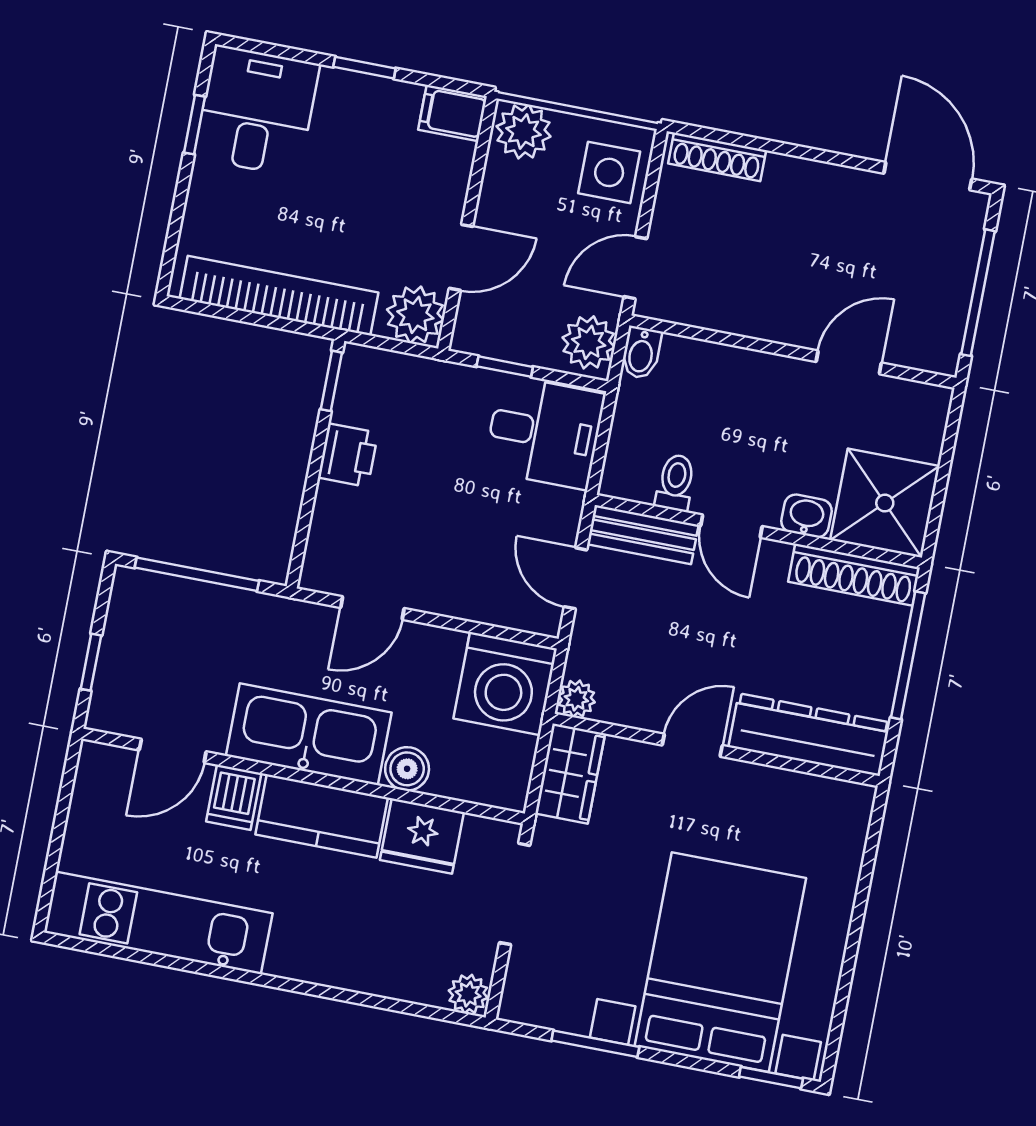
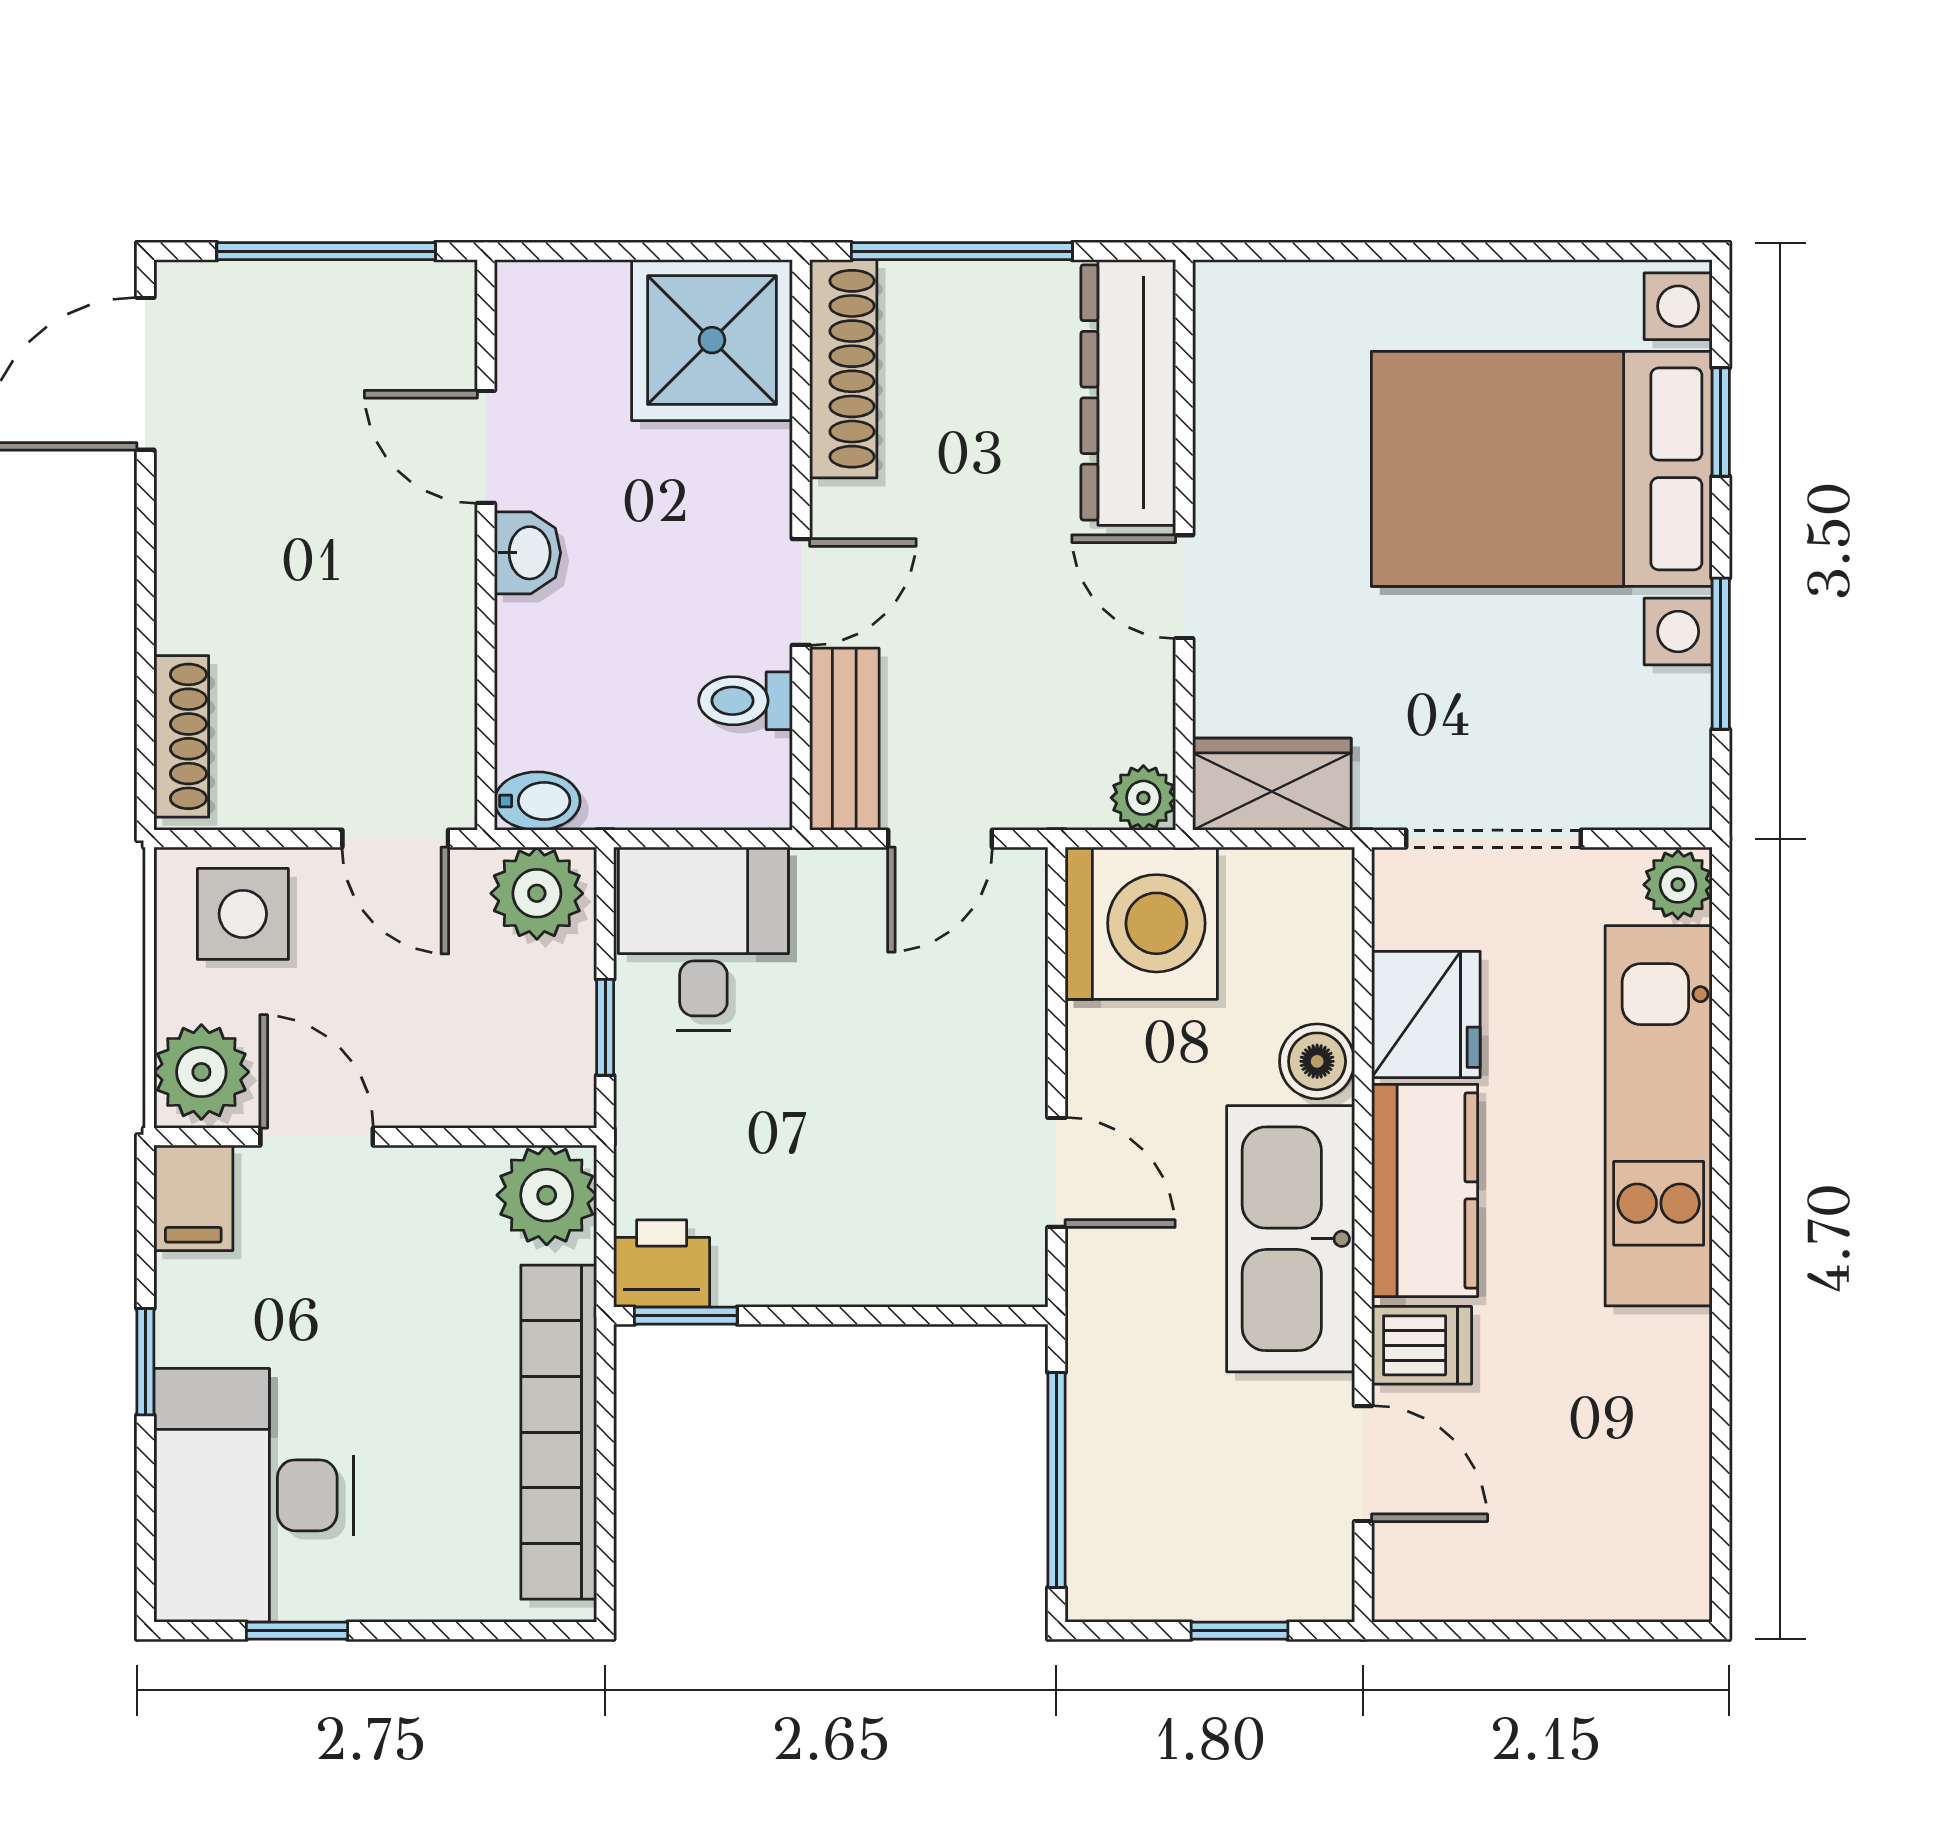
desk: (257, 111) -> (253, 1495), width x1.37
door: (461, 257) -> (317, 1137), moved
printer: (348, 455) -> (662, 1263), moved
washbasin: (806, 516) -> (528, 553), moved, turned 180
kitchen unit: (158, 923) -> (1659, 1116), moved
window: (771, 1078) -> (1721, 422), moved

